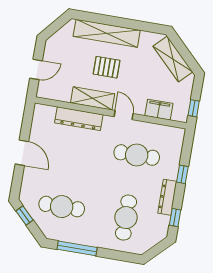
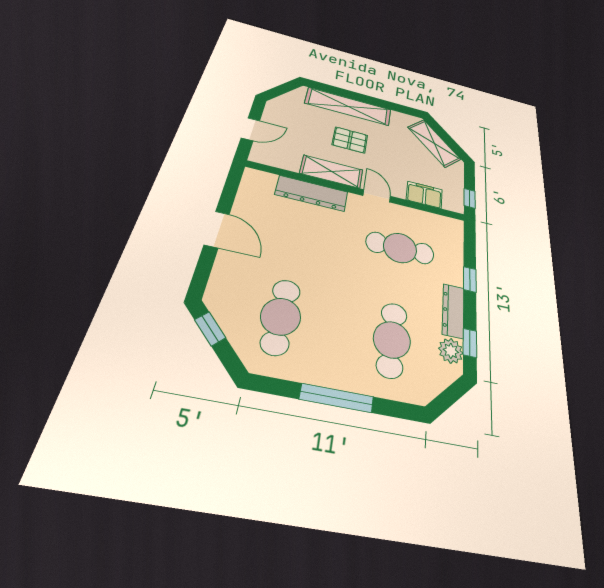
cafe table: (62, 207) -> (281, 317), turned 90
plant: (162, 223) -> (451, 351), added
window: (77, 248) -> (337, 398), moved

